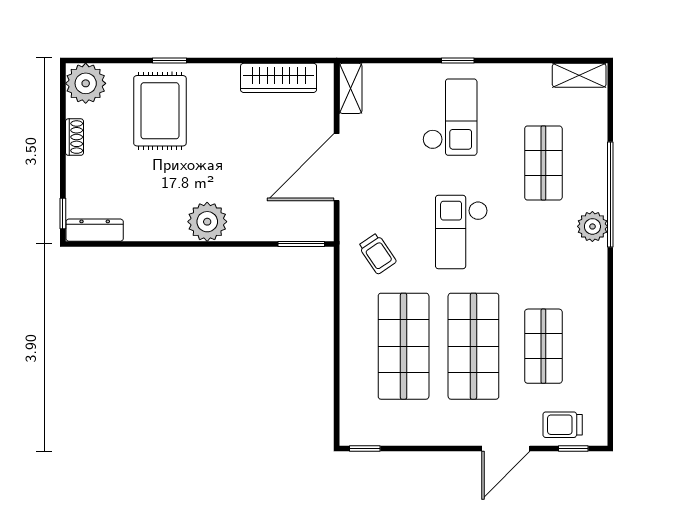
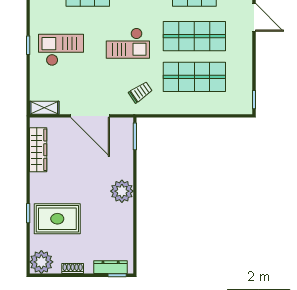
dresser: (95, 230) -> (111, 267), moved, turned 90

